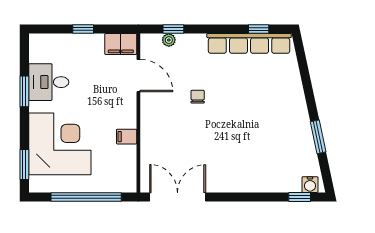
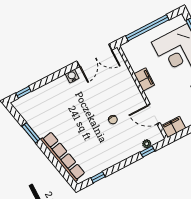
row of seats: (249, 43) -> (63, 157), moved, turned 78
filing cabinet: (127, 137) -> (144, 79), width x2.00
water cooler: (310, 185) -> (72, 76), moved

